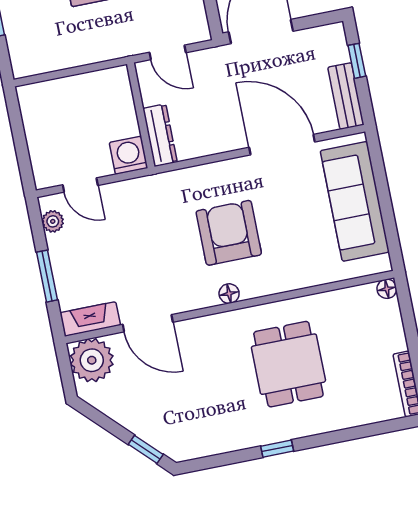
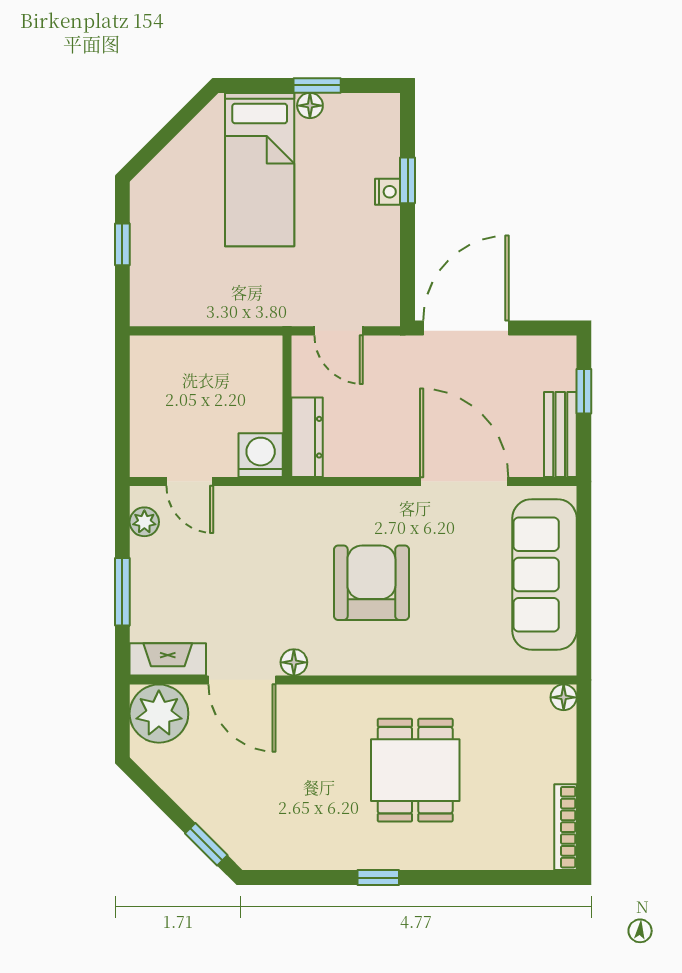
floor lamp: (229, 294) -> (294, 662), moved

